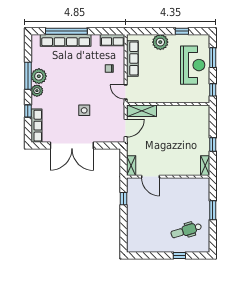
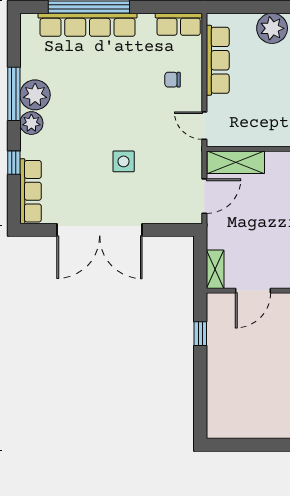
door: (151, 177) -> (253, 291), hinge flipped

